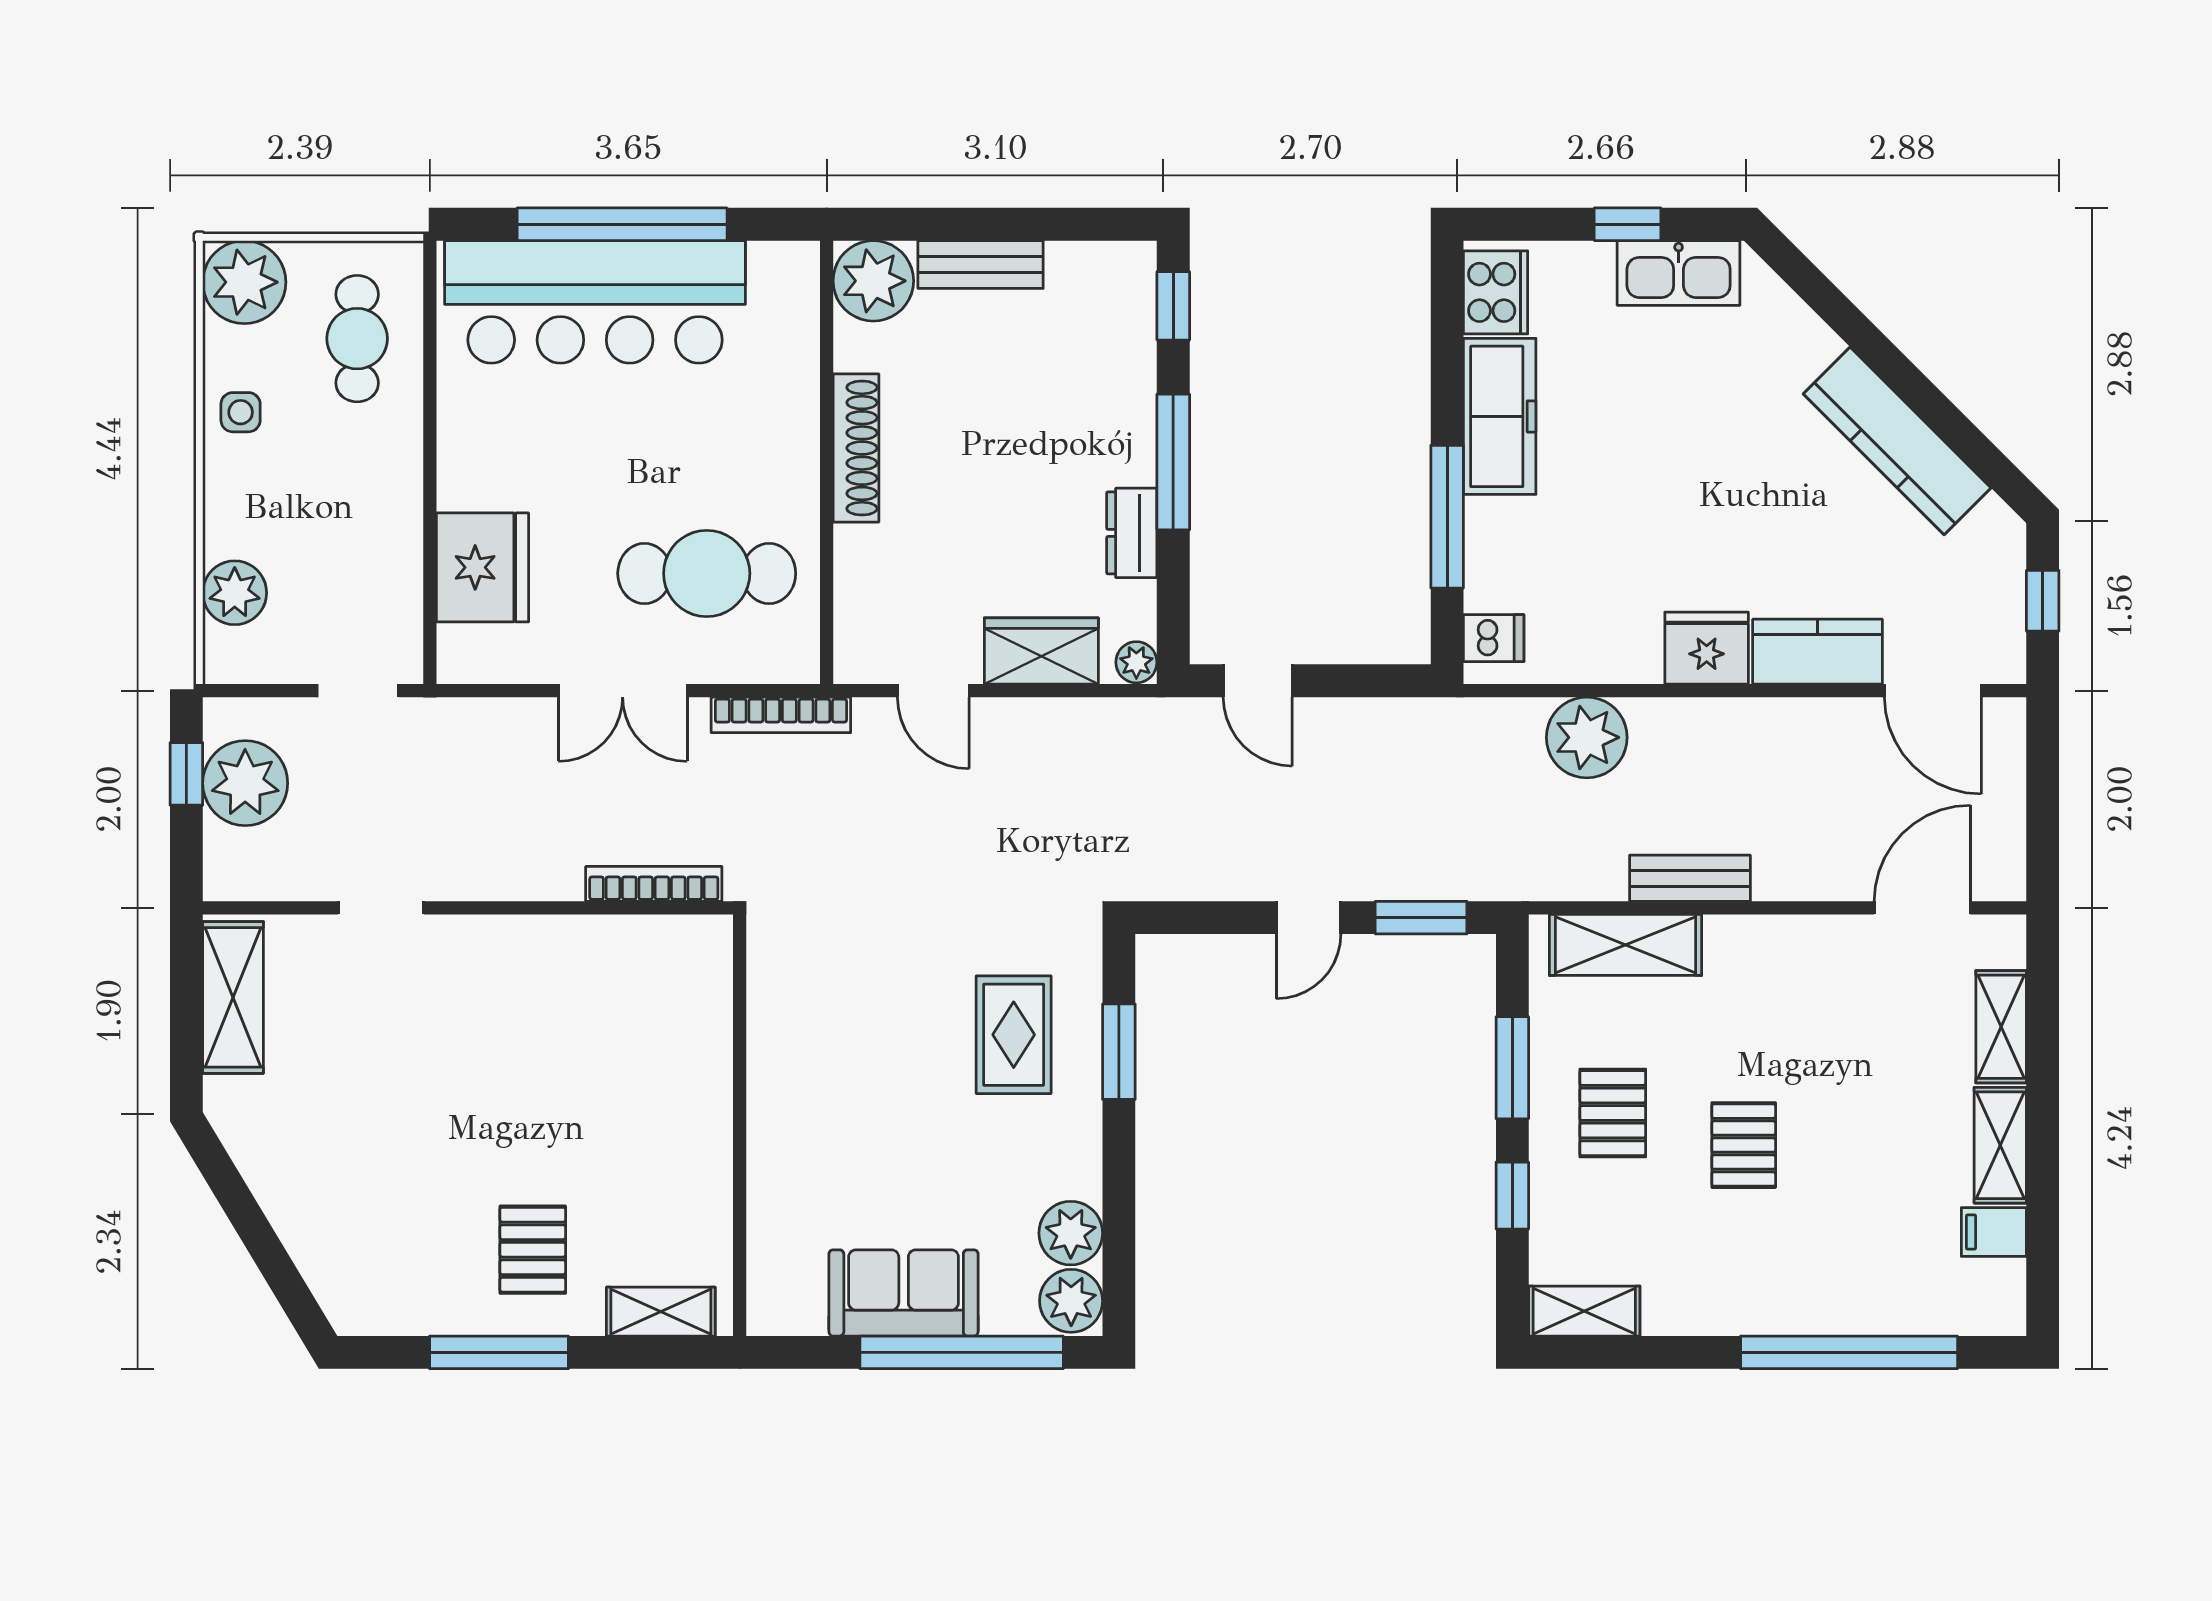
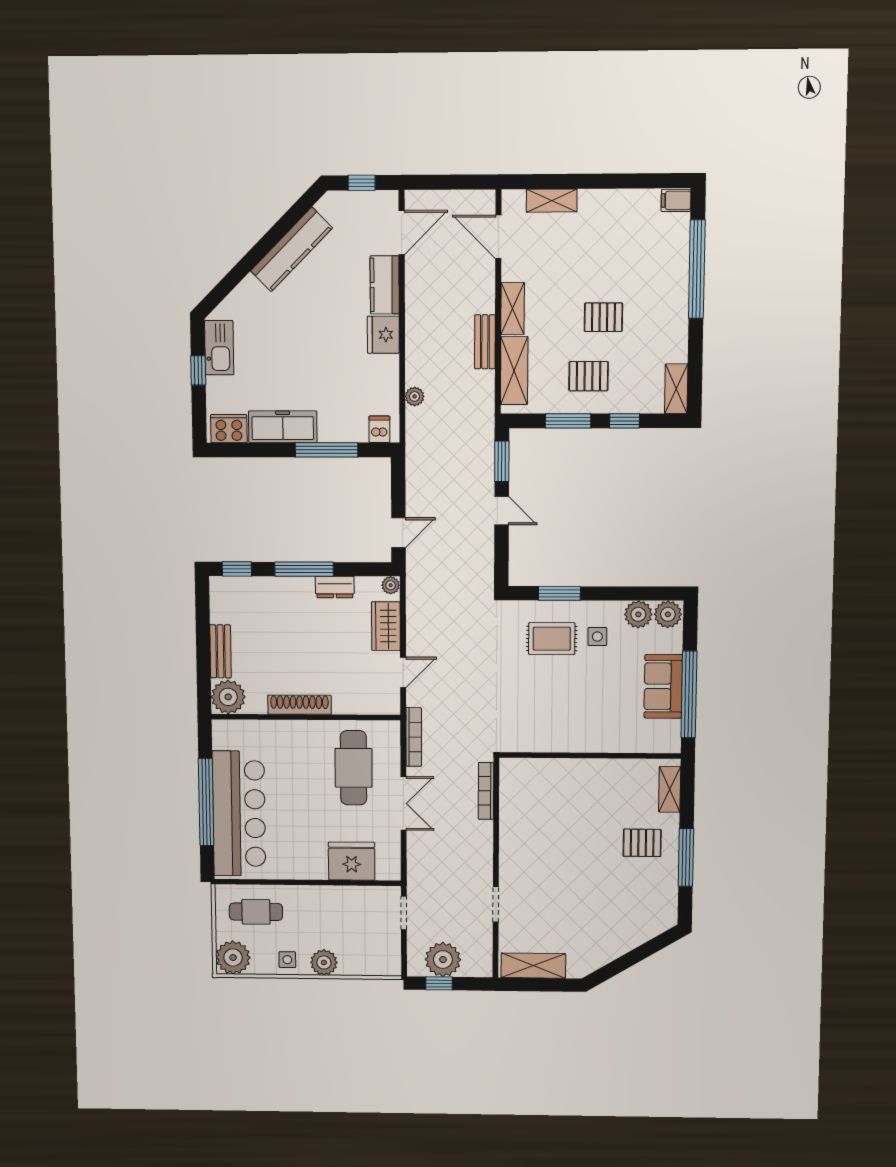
plant: (235, 593) -> (324, 962), moved
plant: (1587, 737) -> (415, 396), width x0.53, depth x0.53
side table: (1019, 1140) -> (597, 637), added
shelving: (2000, 1145) -> (513, 308), moved, turned 90
filing cabinet: (1994, 1232) -> (676, 200), moved, turned 90
window: (962, 1352) -> (689, 695), moved

